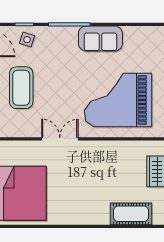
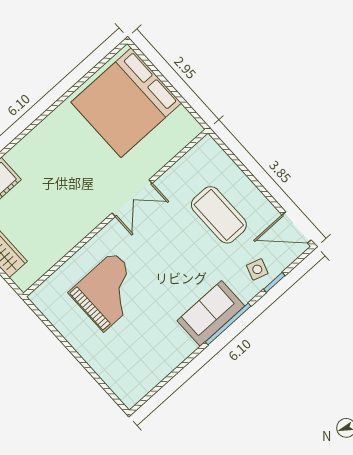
sofa: (100, 38) -> (211, 313), moved
grand piano: (118, 100) -> (109, 292), width x0.73, depth x0.68

